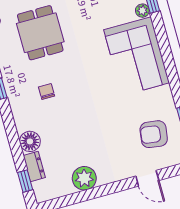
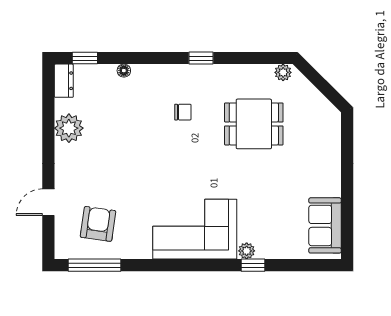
floor lamp: (30, 141) -> (124, 71), width x0.53, depth x0.53
dresser: (34, 167) -> (64, 81), moved, turned -90

